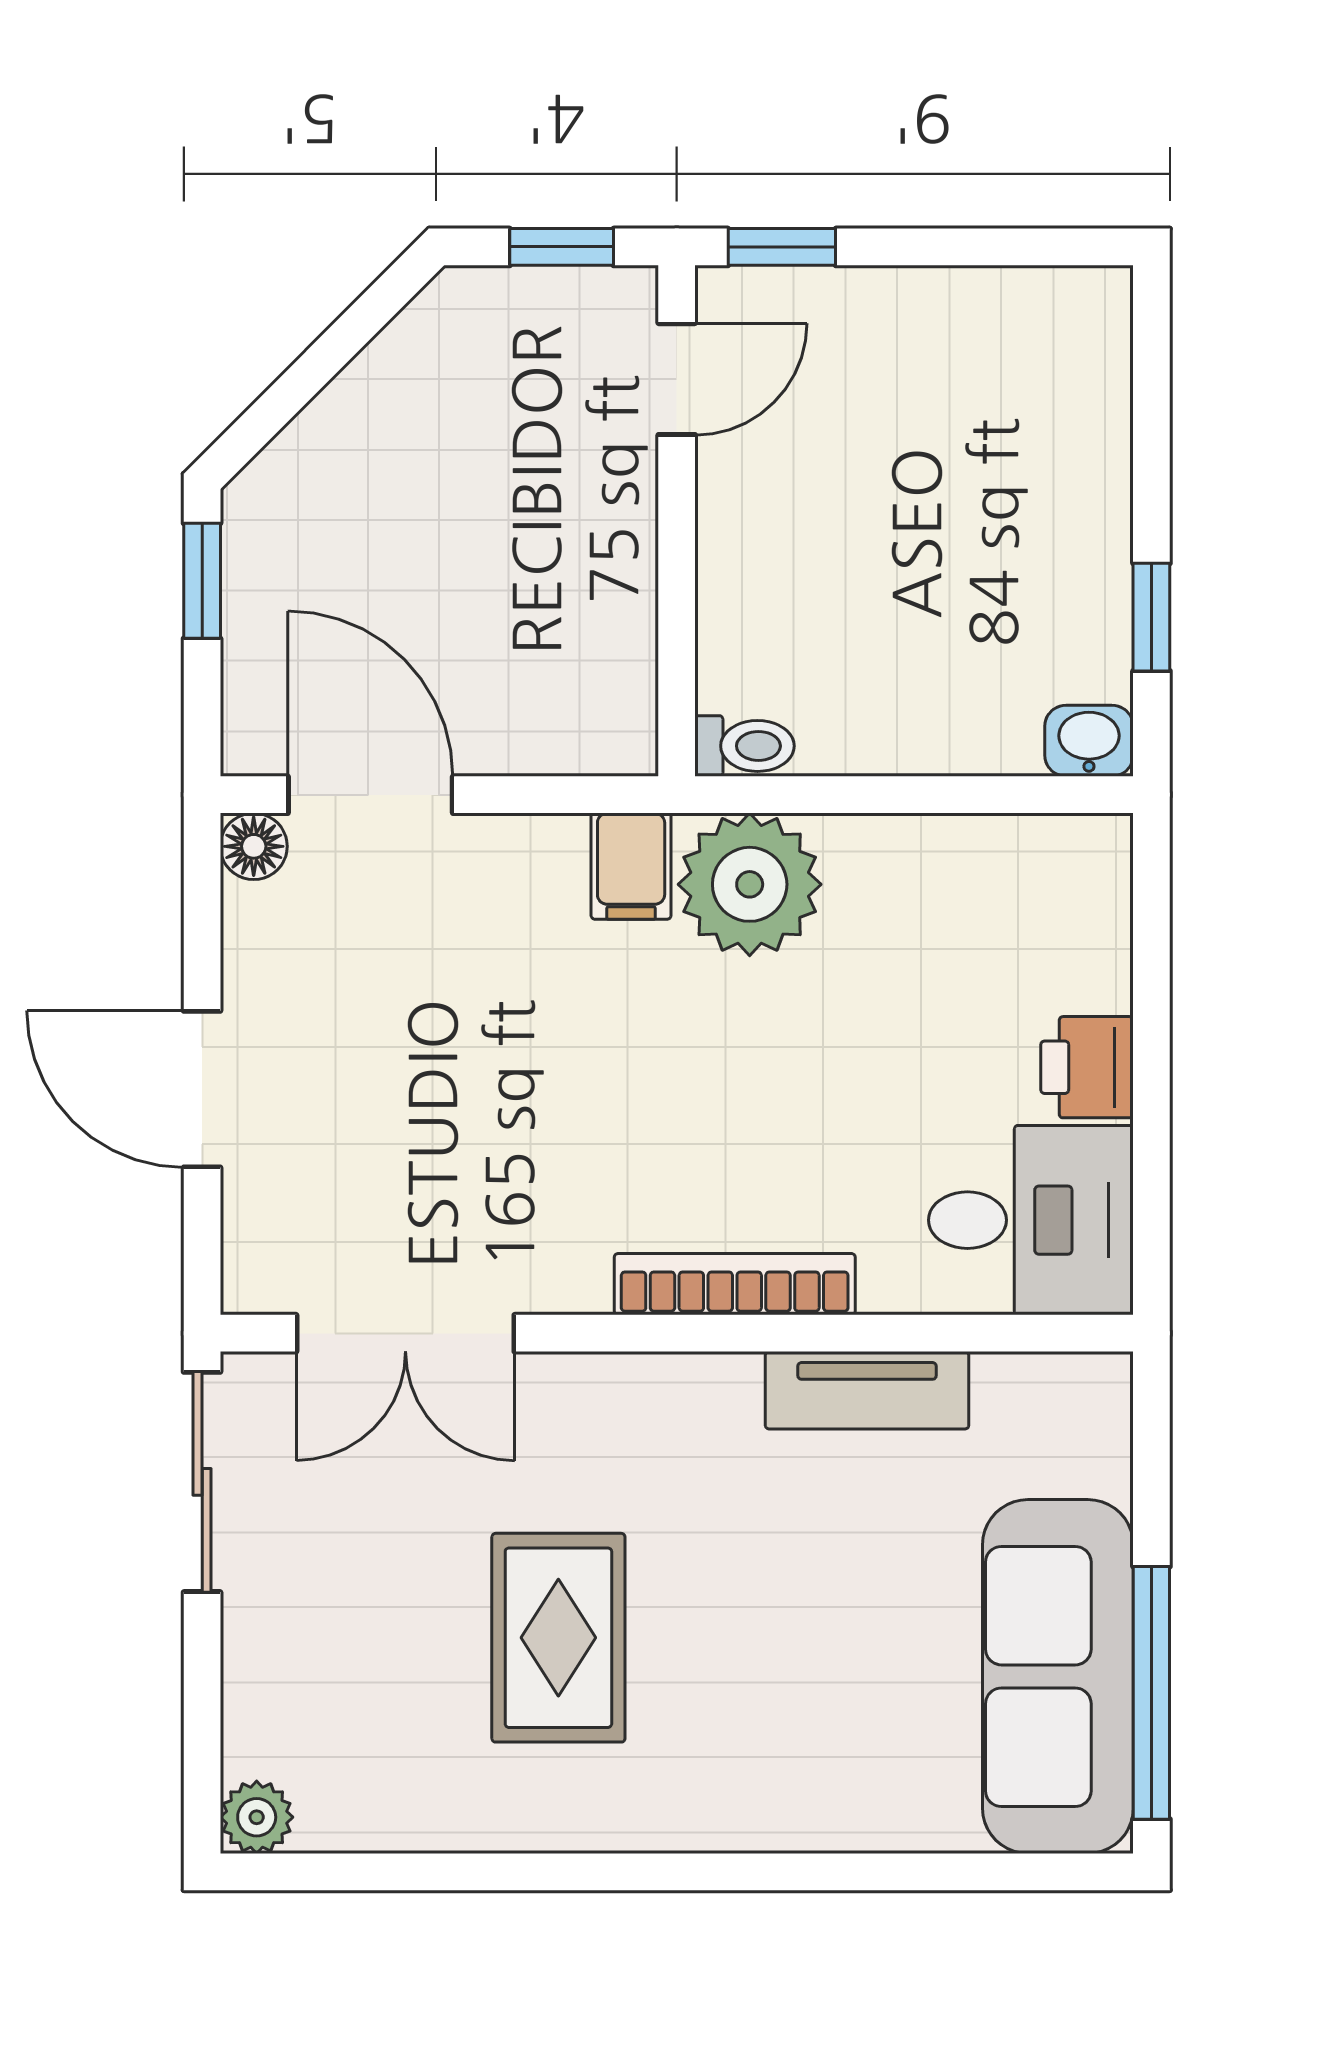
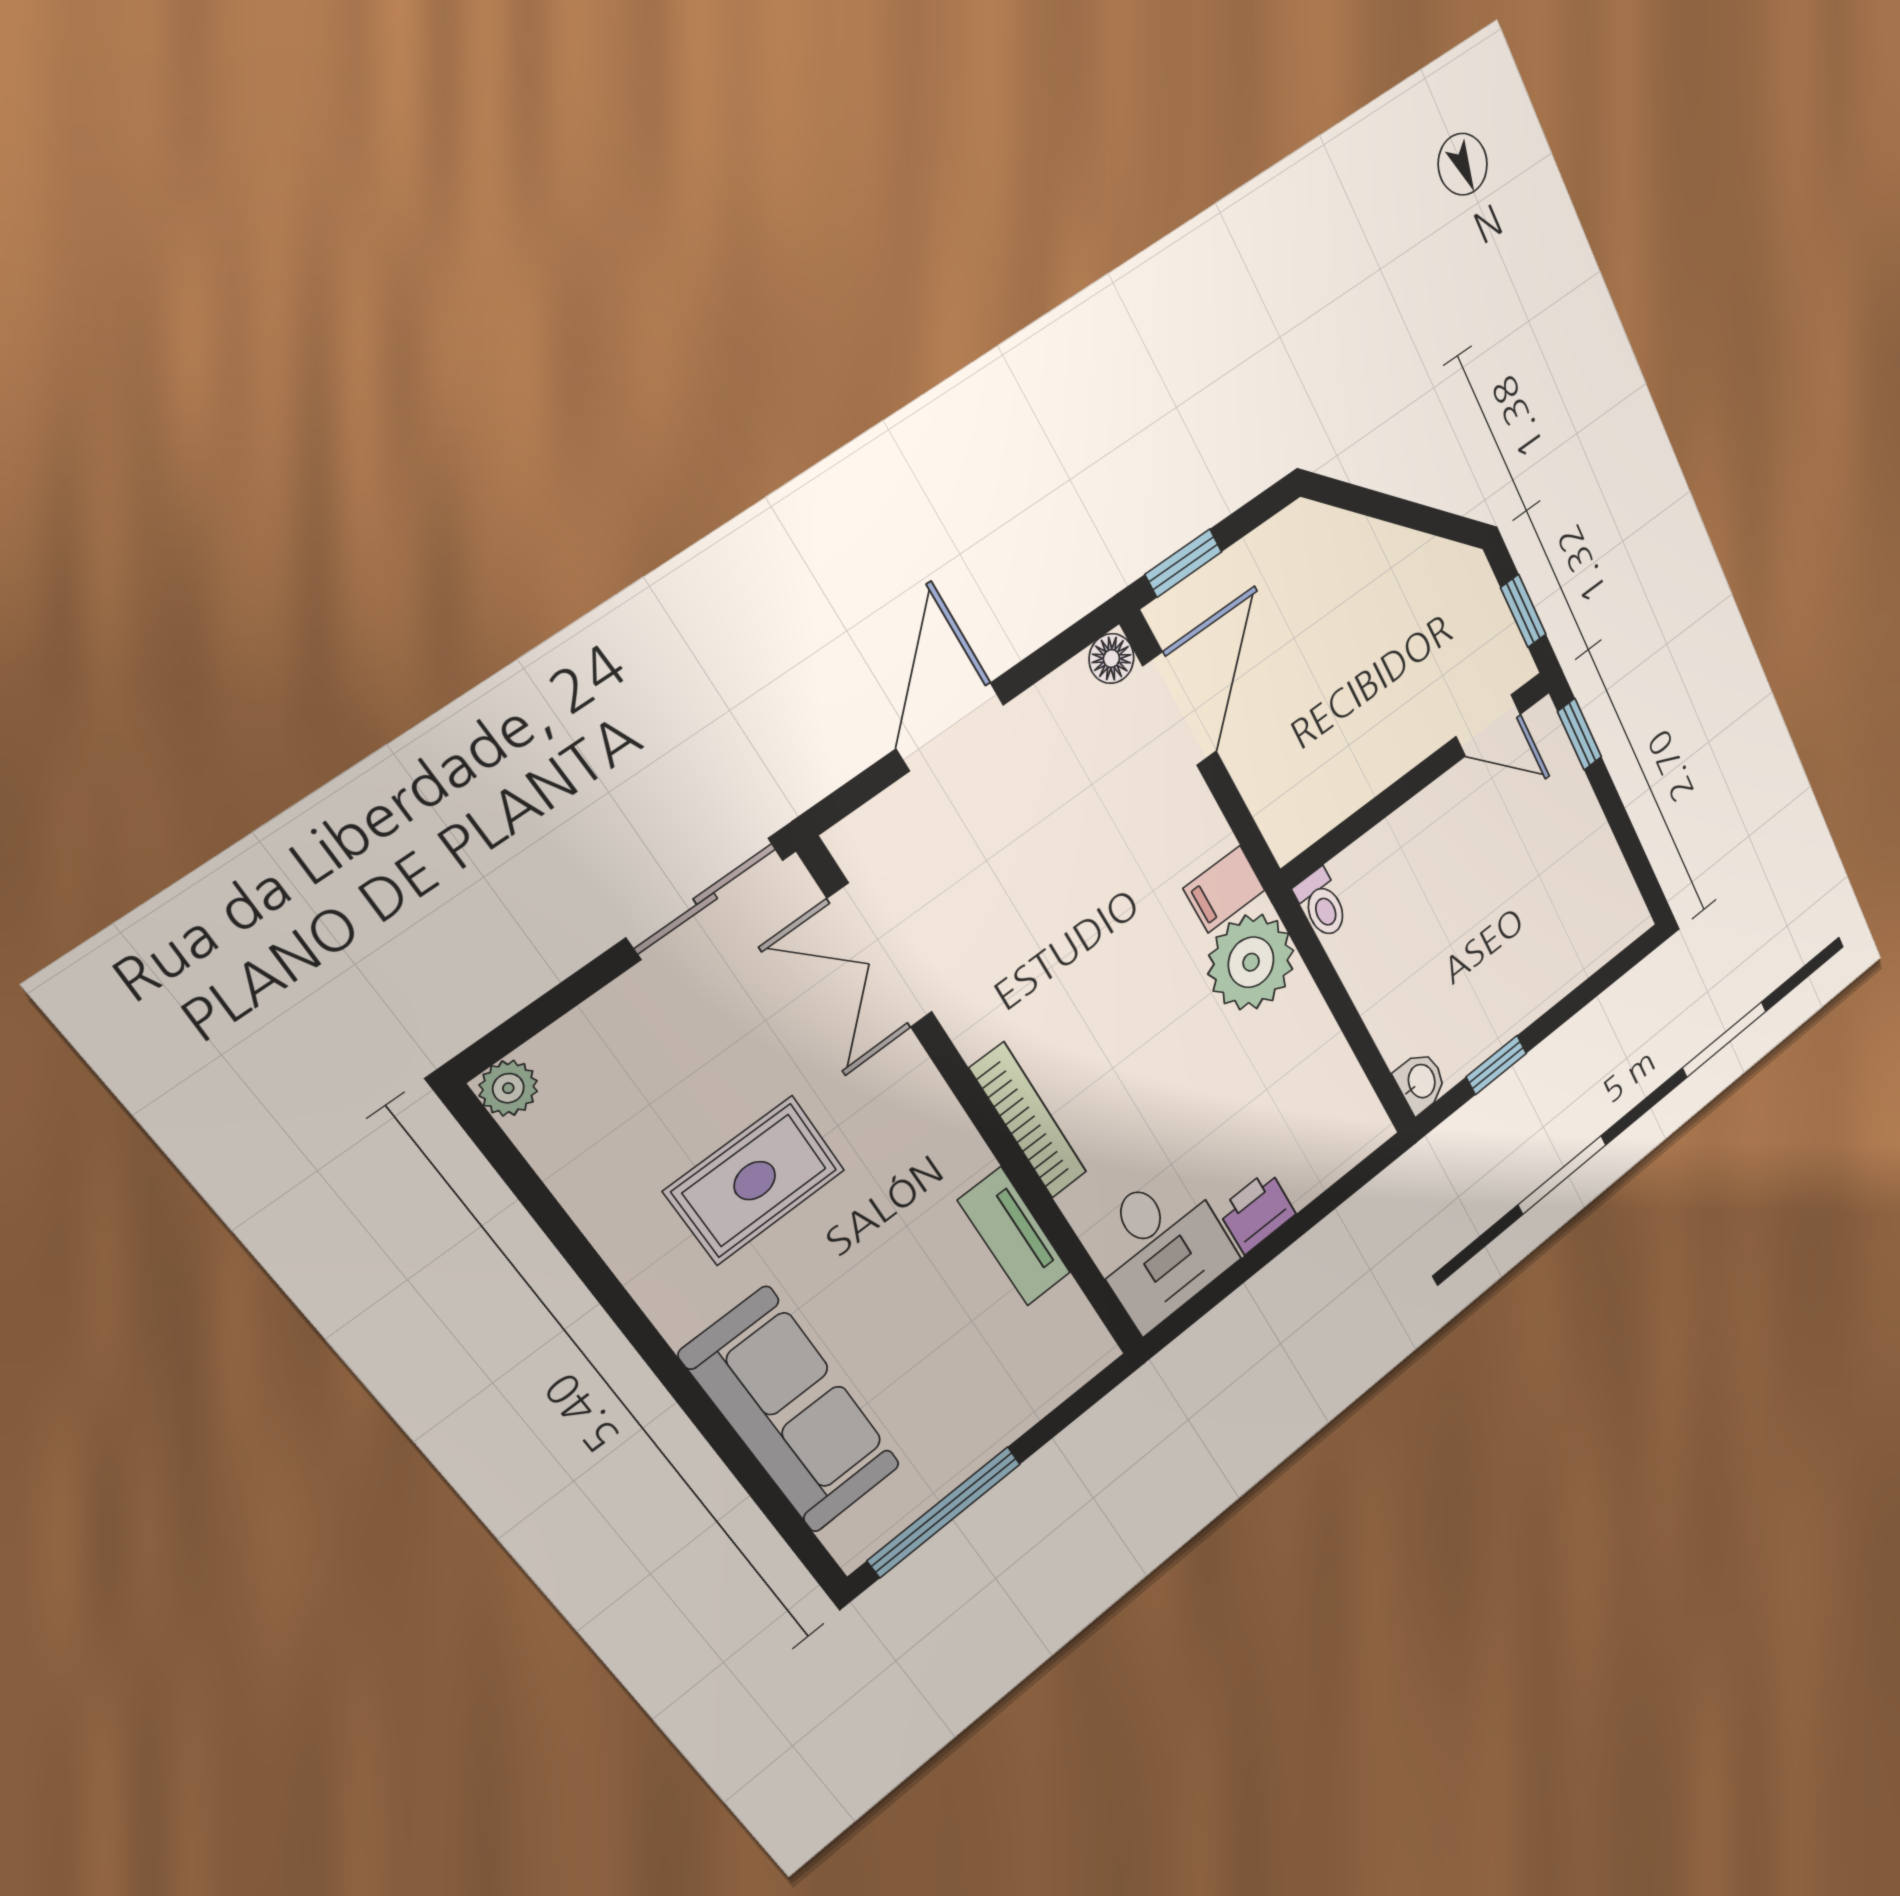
window: (202, 581) -> (1183, 563), moved
sofa: (1058, 1676) -> (791, 1411), moved, turned 90

